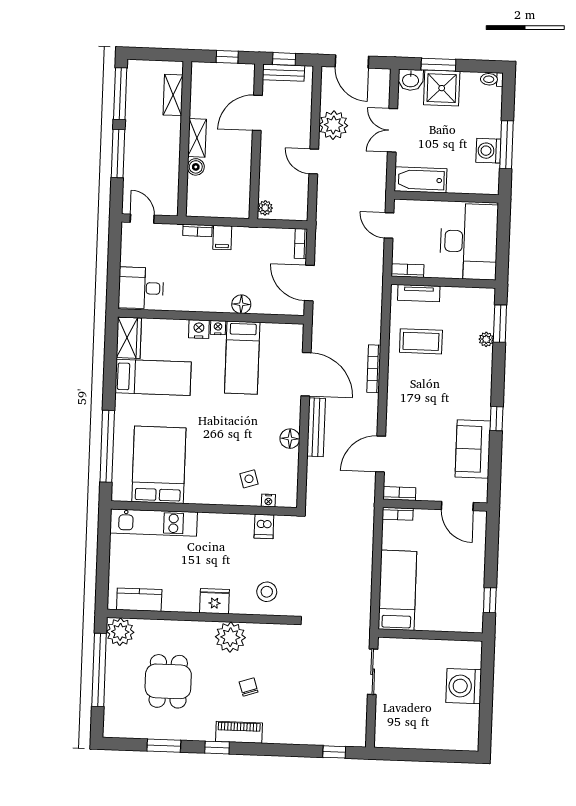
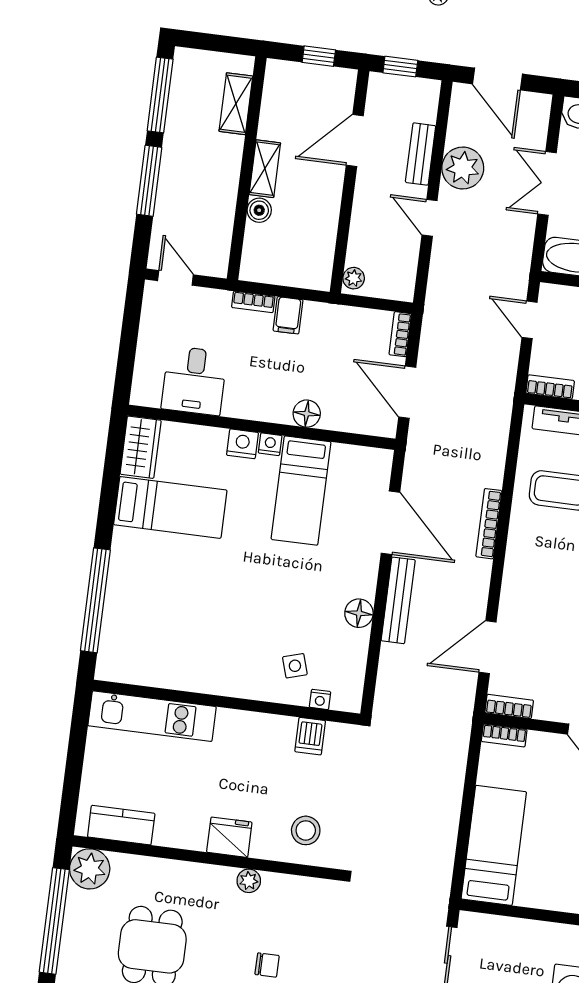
bench: (283, 73) -> (421, 154), moved, turned 90
desk: (141, 288) -> (194, 381), moved, turned -90
bed: (159, 465) -> (167, 634), removed
plant: (230, 637) -> (249, 881), width x0.53, depth x0.53
chair: (249, 687) -> (267, 965), turned 108

